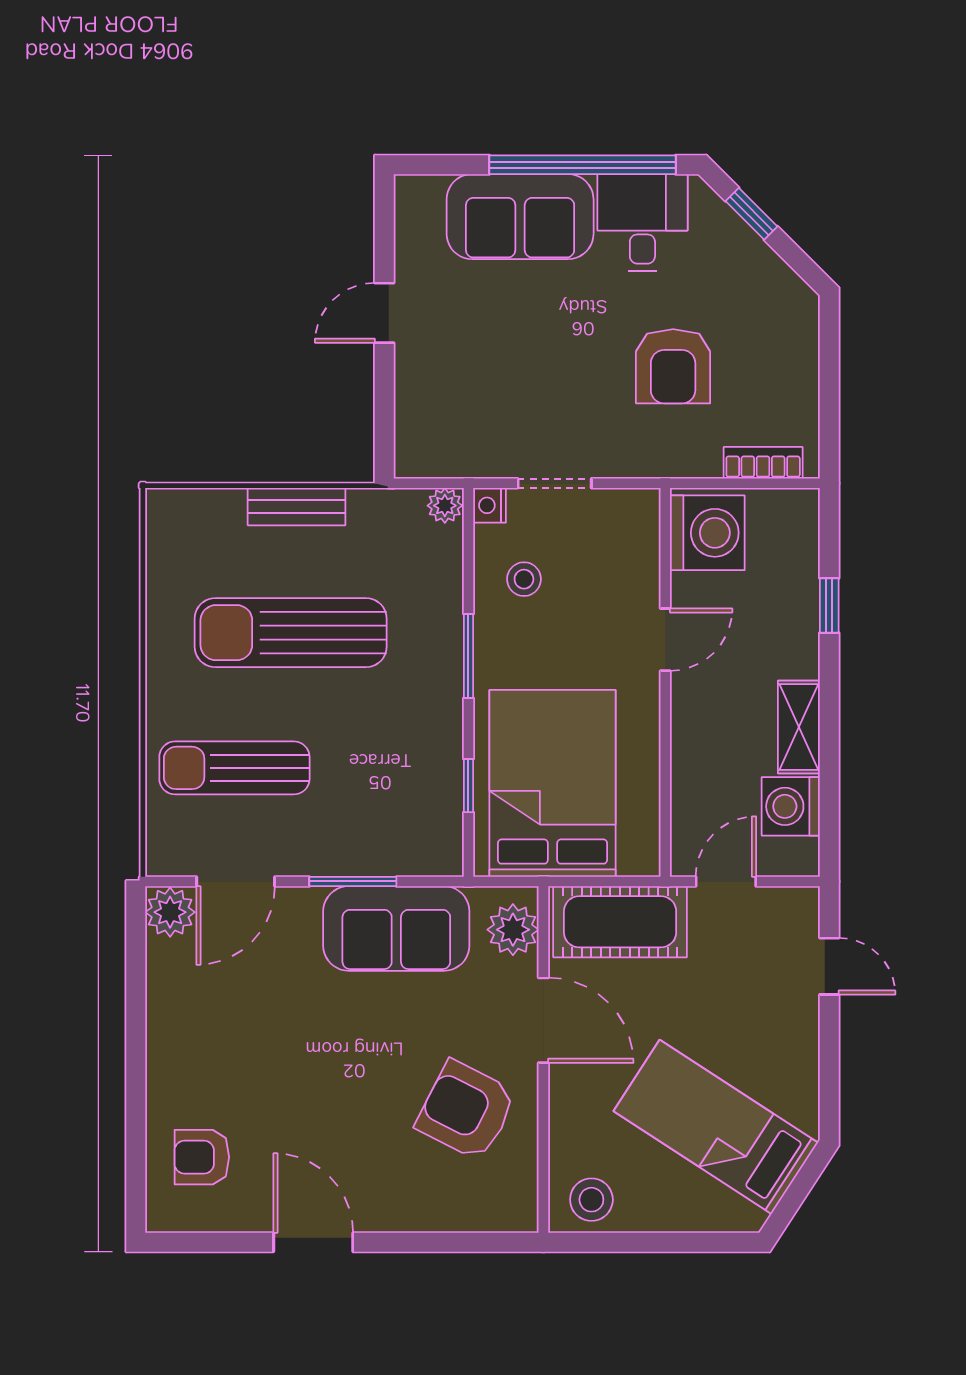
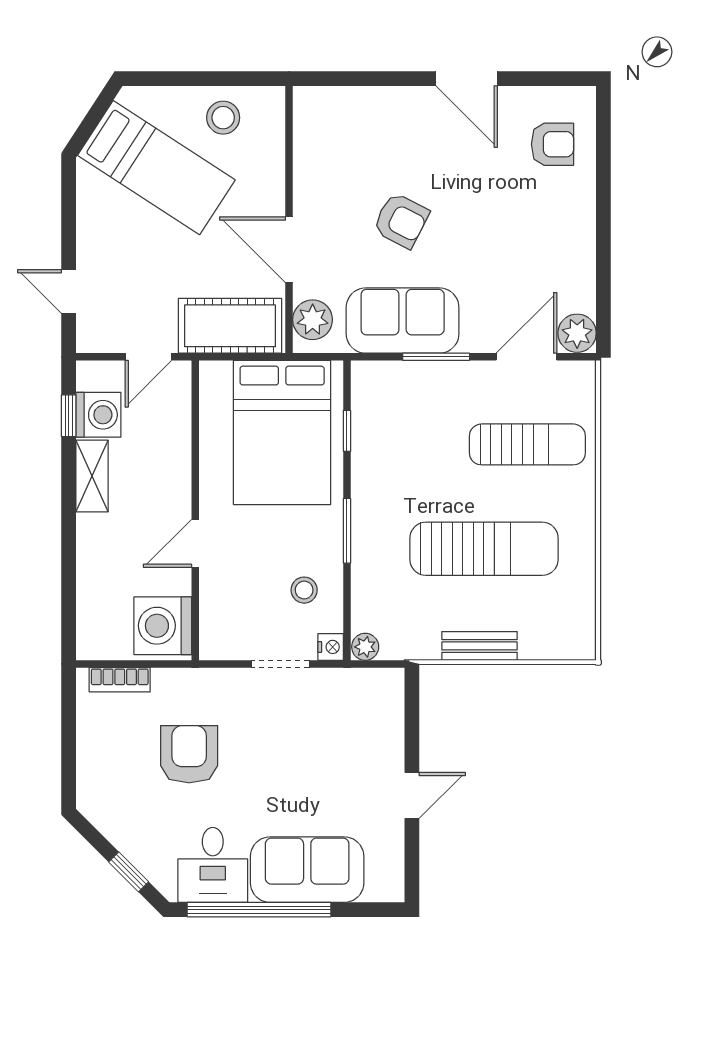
window: (829, 605) -> (69, 416), moved
armchair: (466, 1110) -> (401, 221), moved, width x0.72, depth x0.72
stool: (591, 1200) -> (223, 118), moved

